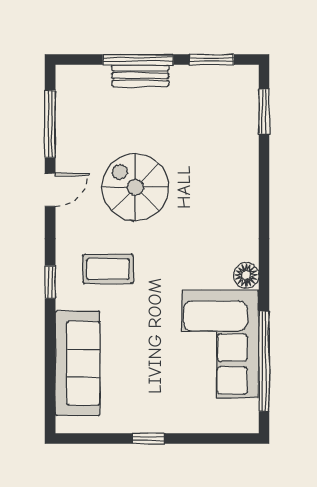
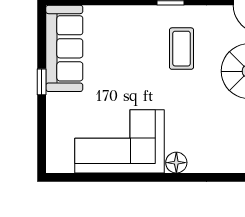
window: (264, 361) -> (105, 177), removed
sofa: (78, 363) -> (64, 48), moved, turned -90

